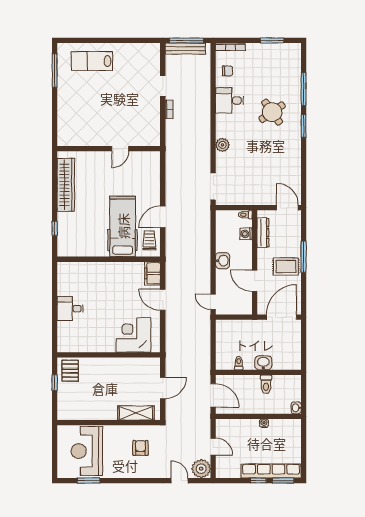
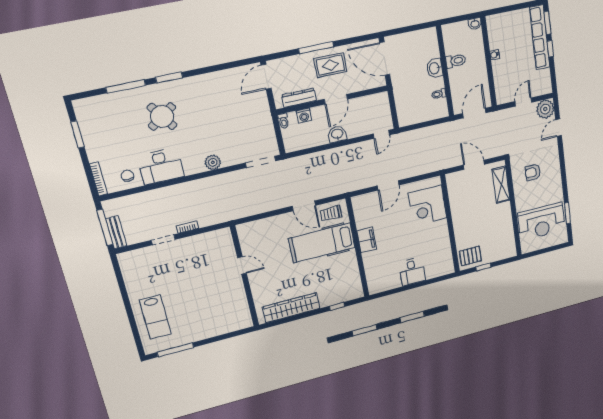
bench: (185, 49) -> (116, 232), width x0.73
desk: (229, 100) -> (161, 166), width x1.37
rug: (286, 266) -> (330, 65), turned 90
filing cabinet: (152, 273) -> (367, 240), moved, turned -90
door: (255, 281) -> (336, 99), moved

